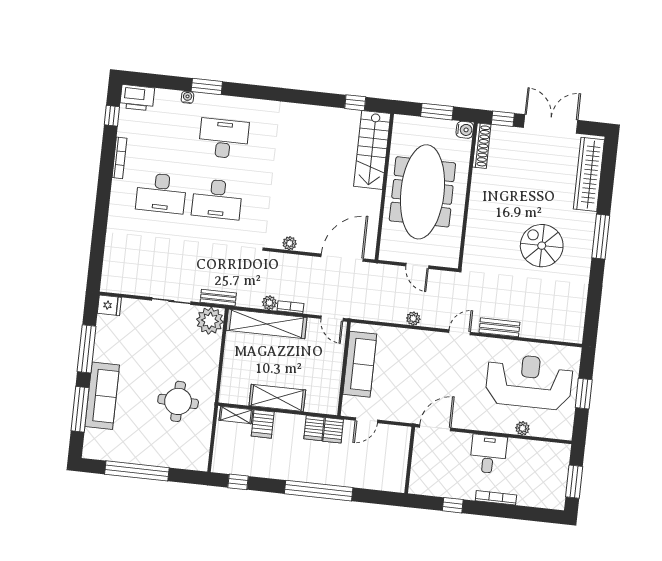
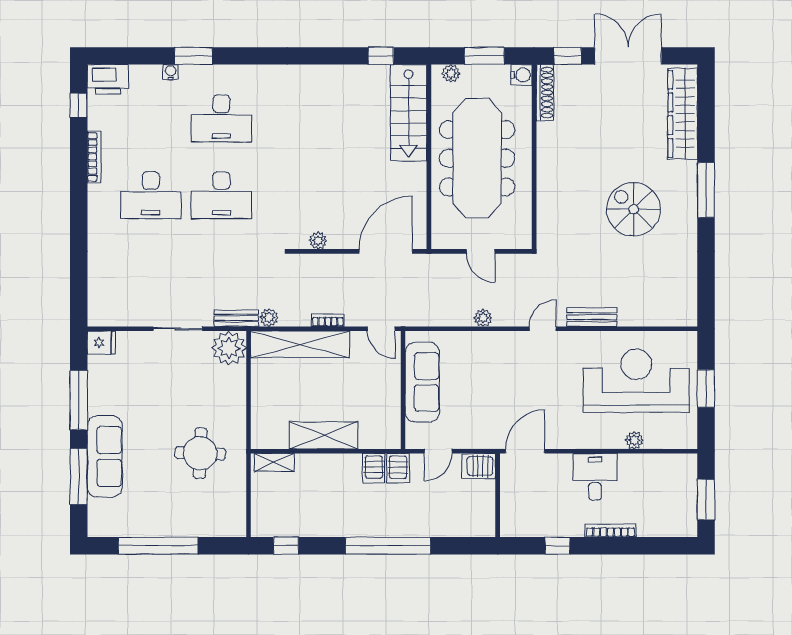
plant: (409, 123) -> (451, 73), added
desk: (224, 139) -> (221, 119), turned 180
plant: (269, 303) -> (269, 317), moved
server rack: (263, 424) -> (479, 466), moved, turned 90

